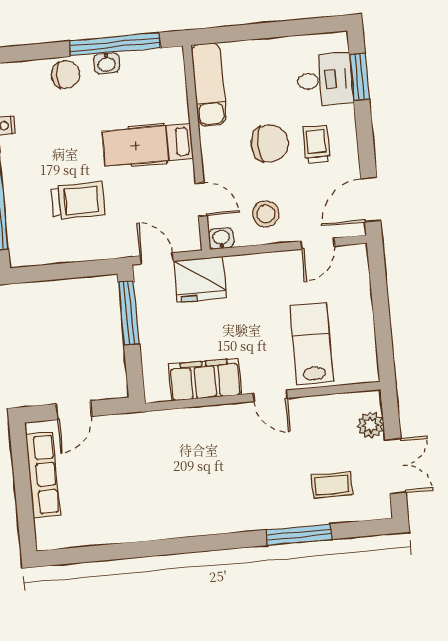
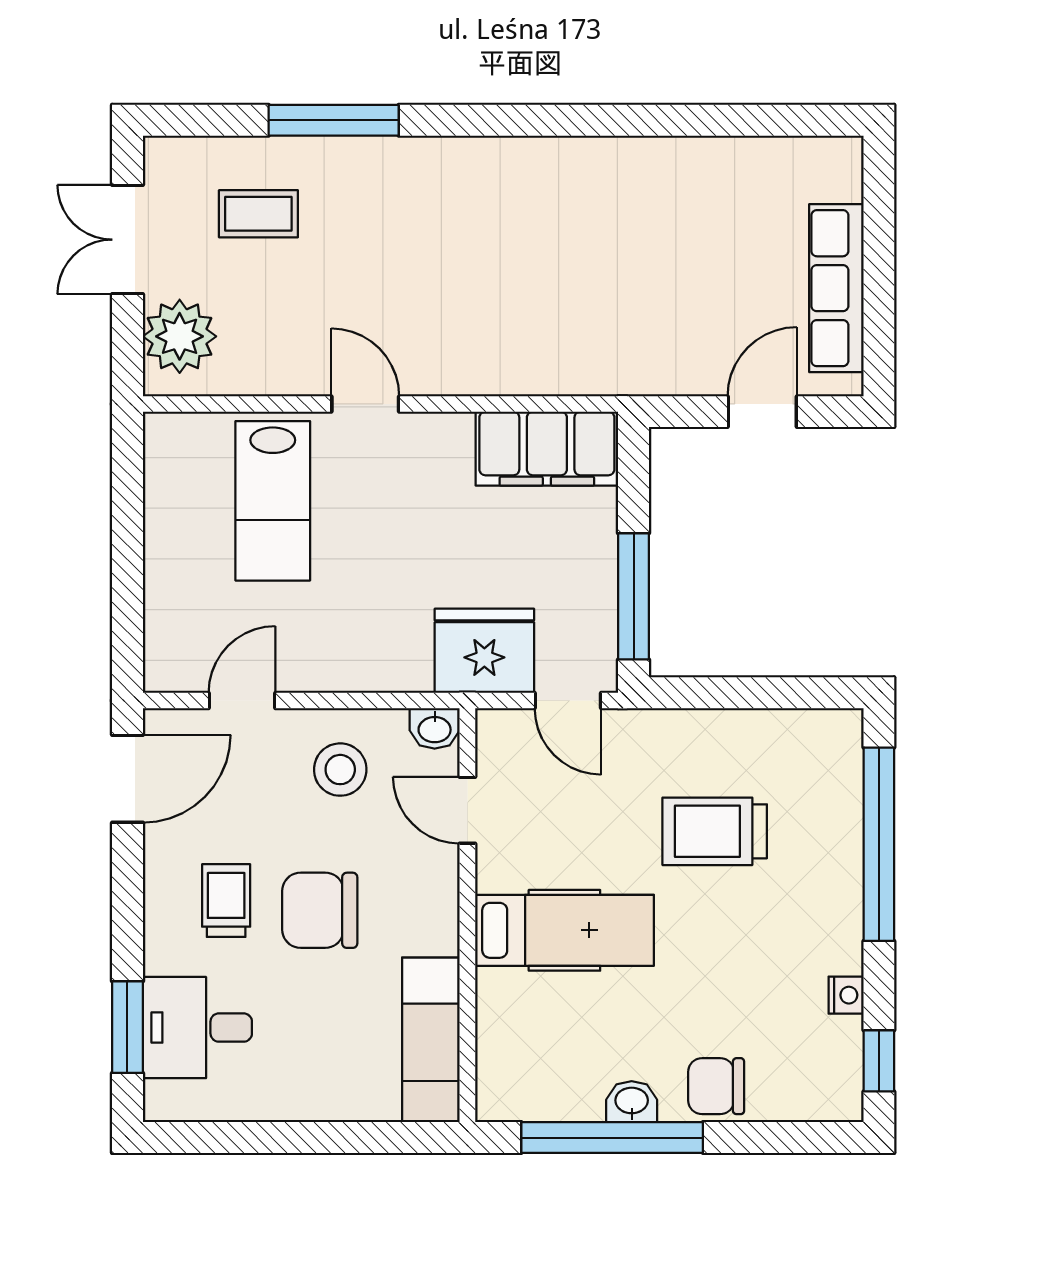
trolley: (316, 144) -> (226, 901), turned 180
filing cabinet: (205, 380) -> (547, 449), moved
plant: (371, 425) -> (180, 336), width x1.36, depth x1.36

